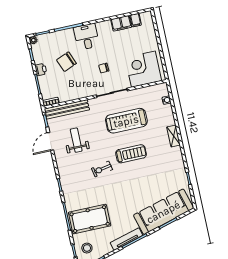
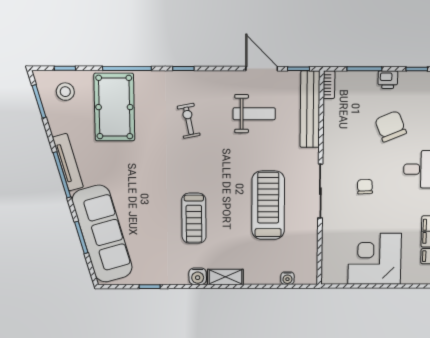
corner desk: (143, 69) -> (375, 259), moved, turned -90
water cooler: (177, 152) -> (198, 276), added
treadmill: (131, 154) -> (194, 218), moved
exercise bike: (102, 169) -> (189, 121), moved

